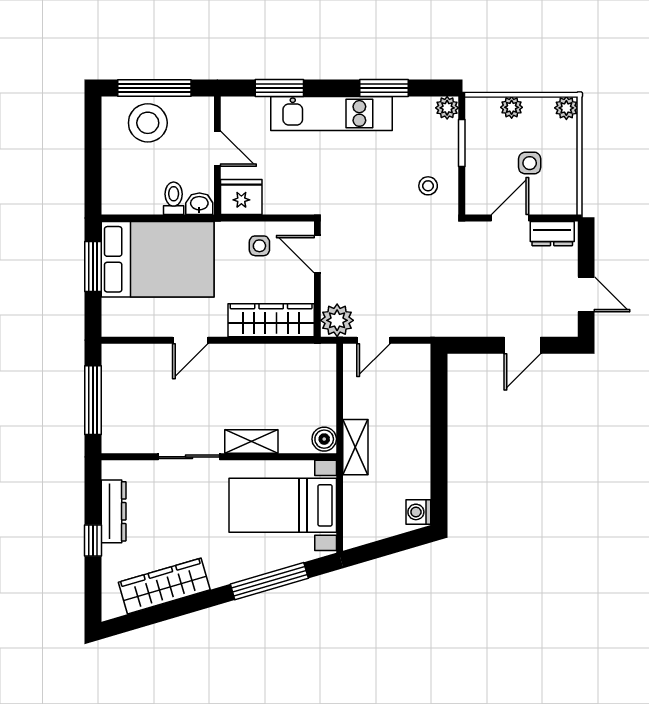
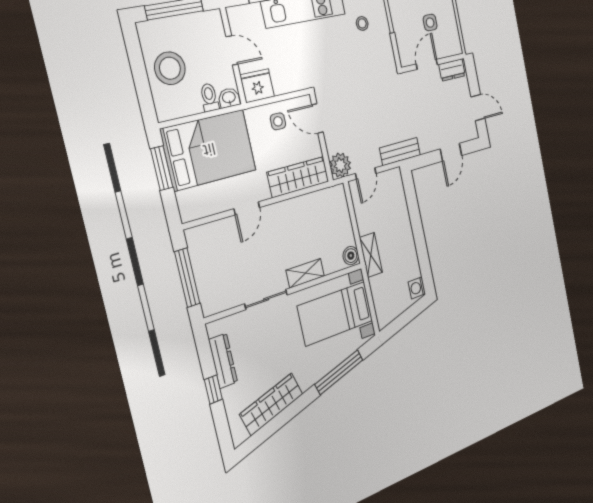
stool: (148, 123) -> (170, 68), moved
stool: (428, 186) -> (362, 23), moved
bench: (436, 324) -> (400, 152), added

